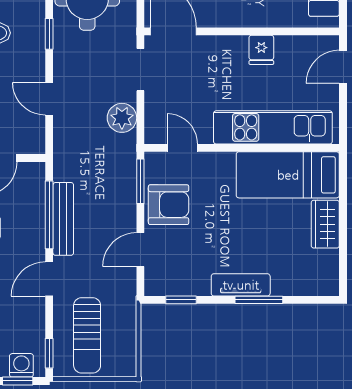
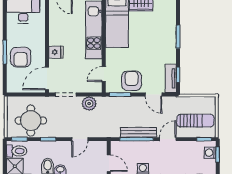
fridge: (261, 50) -> (56, 52), moved
door: (49, 279) -> (168, 139), swing flipped
tv unit: (241, 285) -> (171, 78), moved

